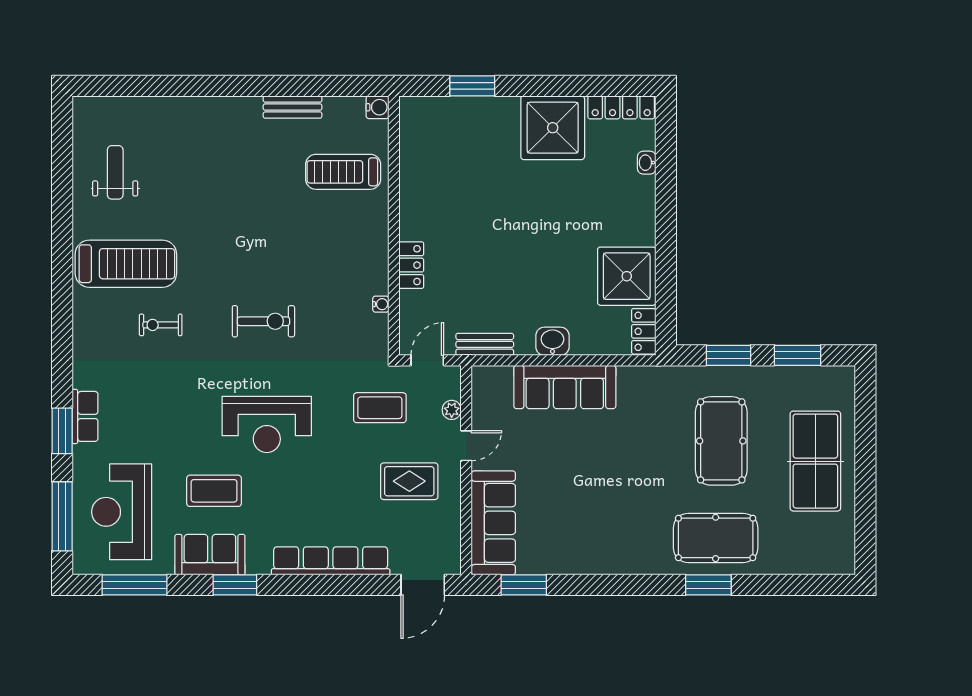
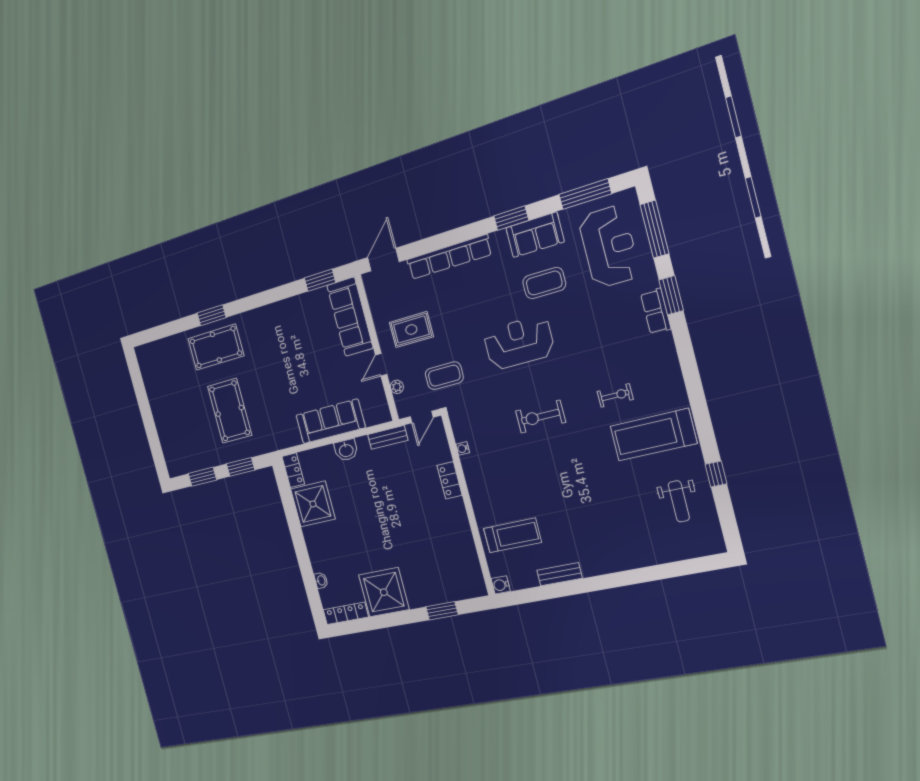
window: (62, 197) -> (716, 474), added
table tennis table: (815, 461) -> (175, 413), removed

